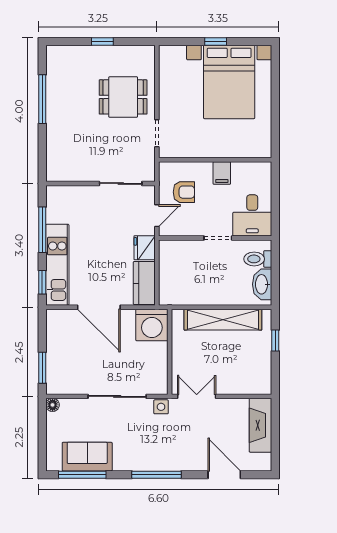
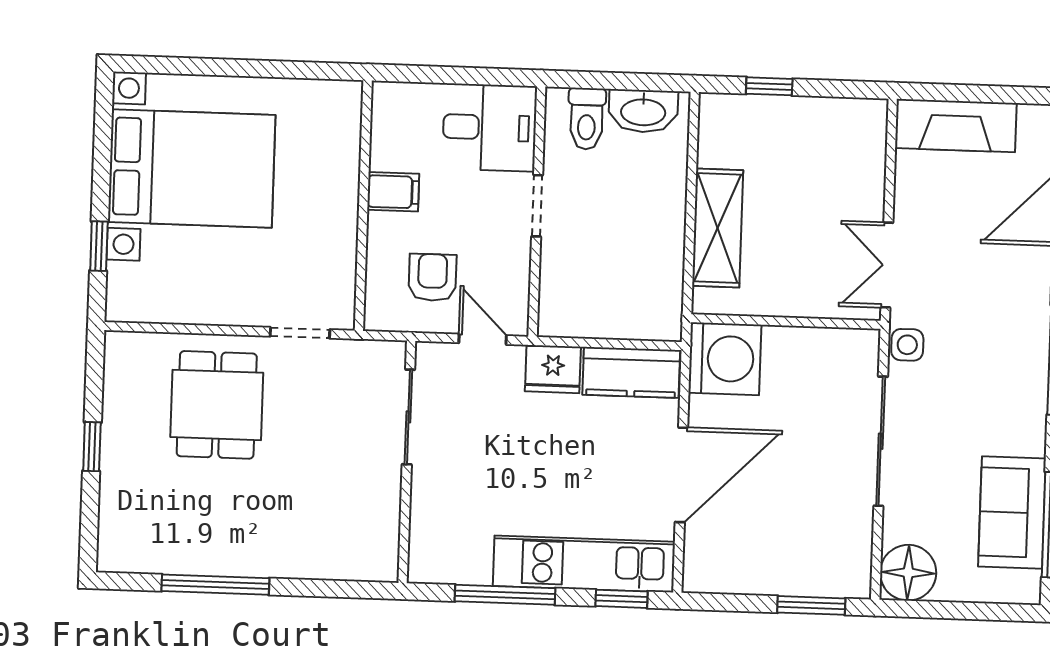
window: (216, 41) -> (99, 246), moved
shelving: (223, 320) -> (718, 228), width x0.68
floor lamp: (53, 405) -> (908, 573), width x1.89, depth x1.89

